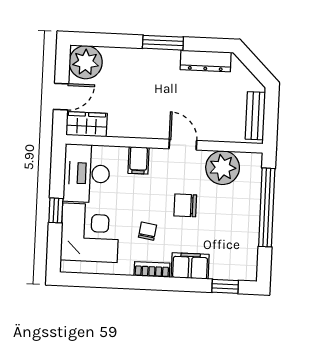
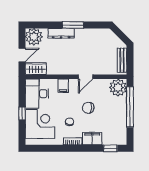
dresser: (206, 61) -> (61, 33), moved
door: (183, 145) -> (86, 77), swing flipped
plant: (223, 168) -> (118, 88), moved

